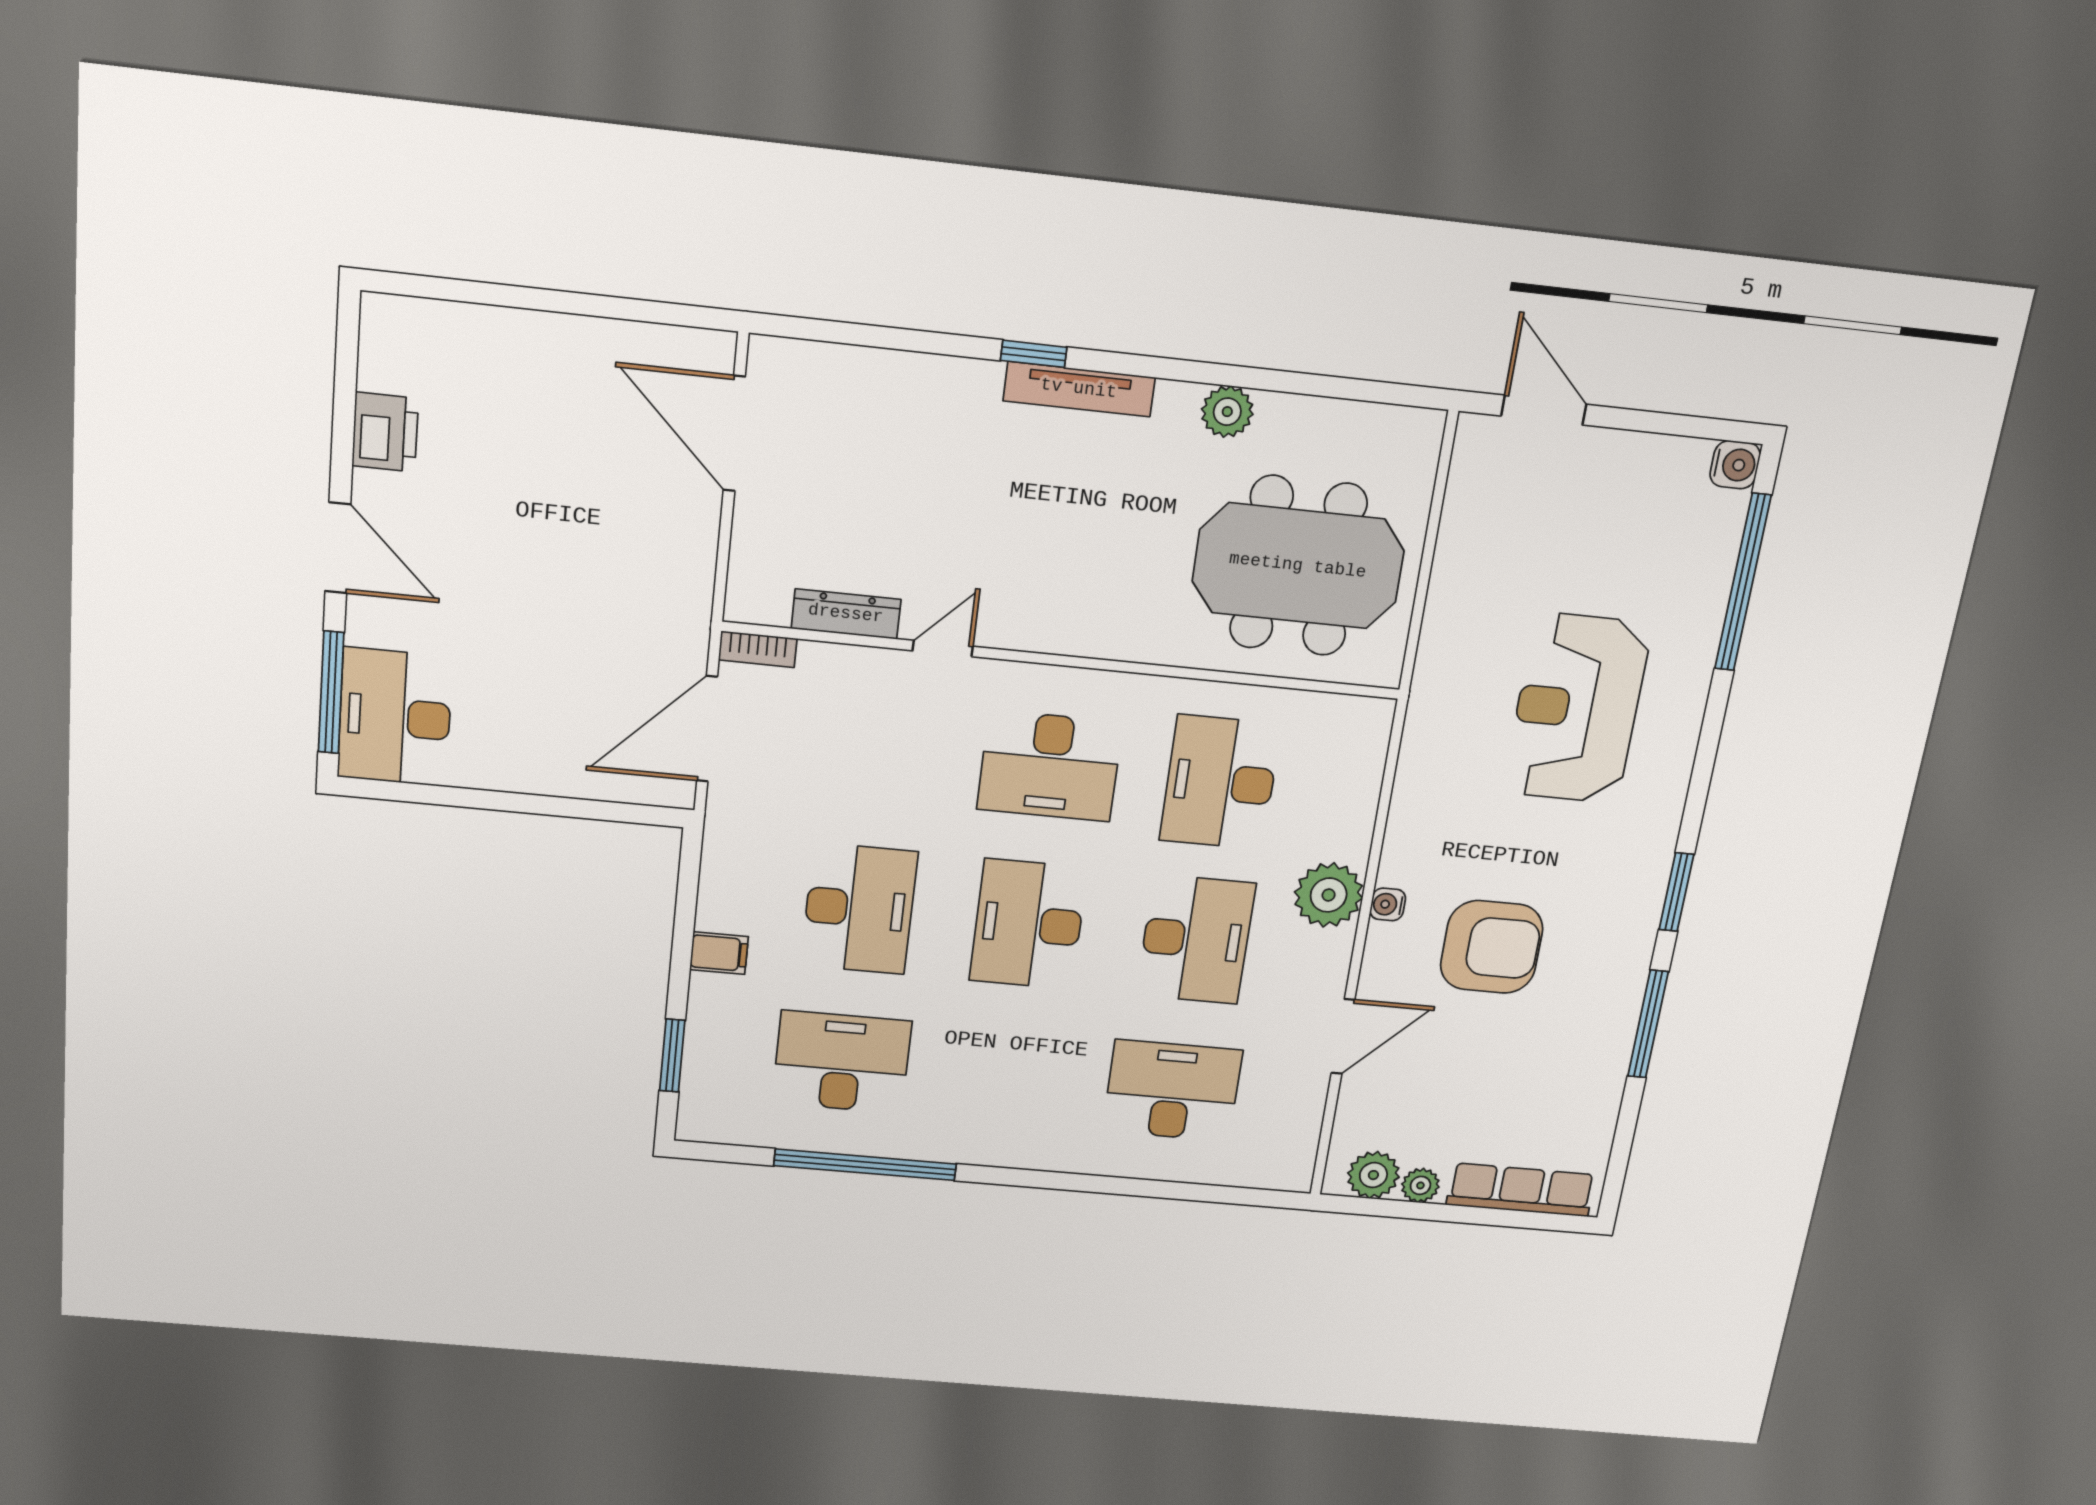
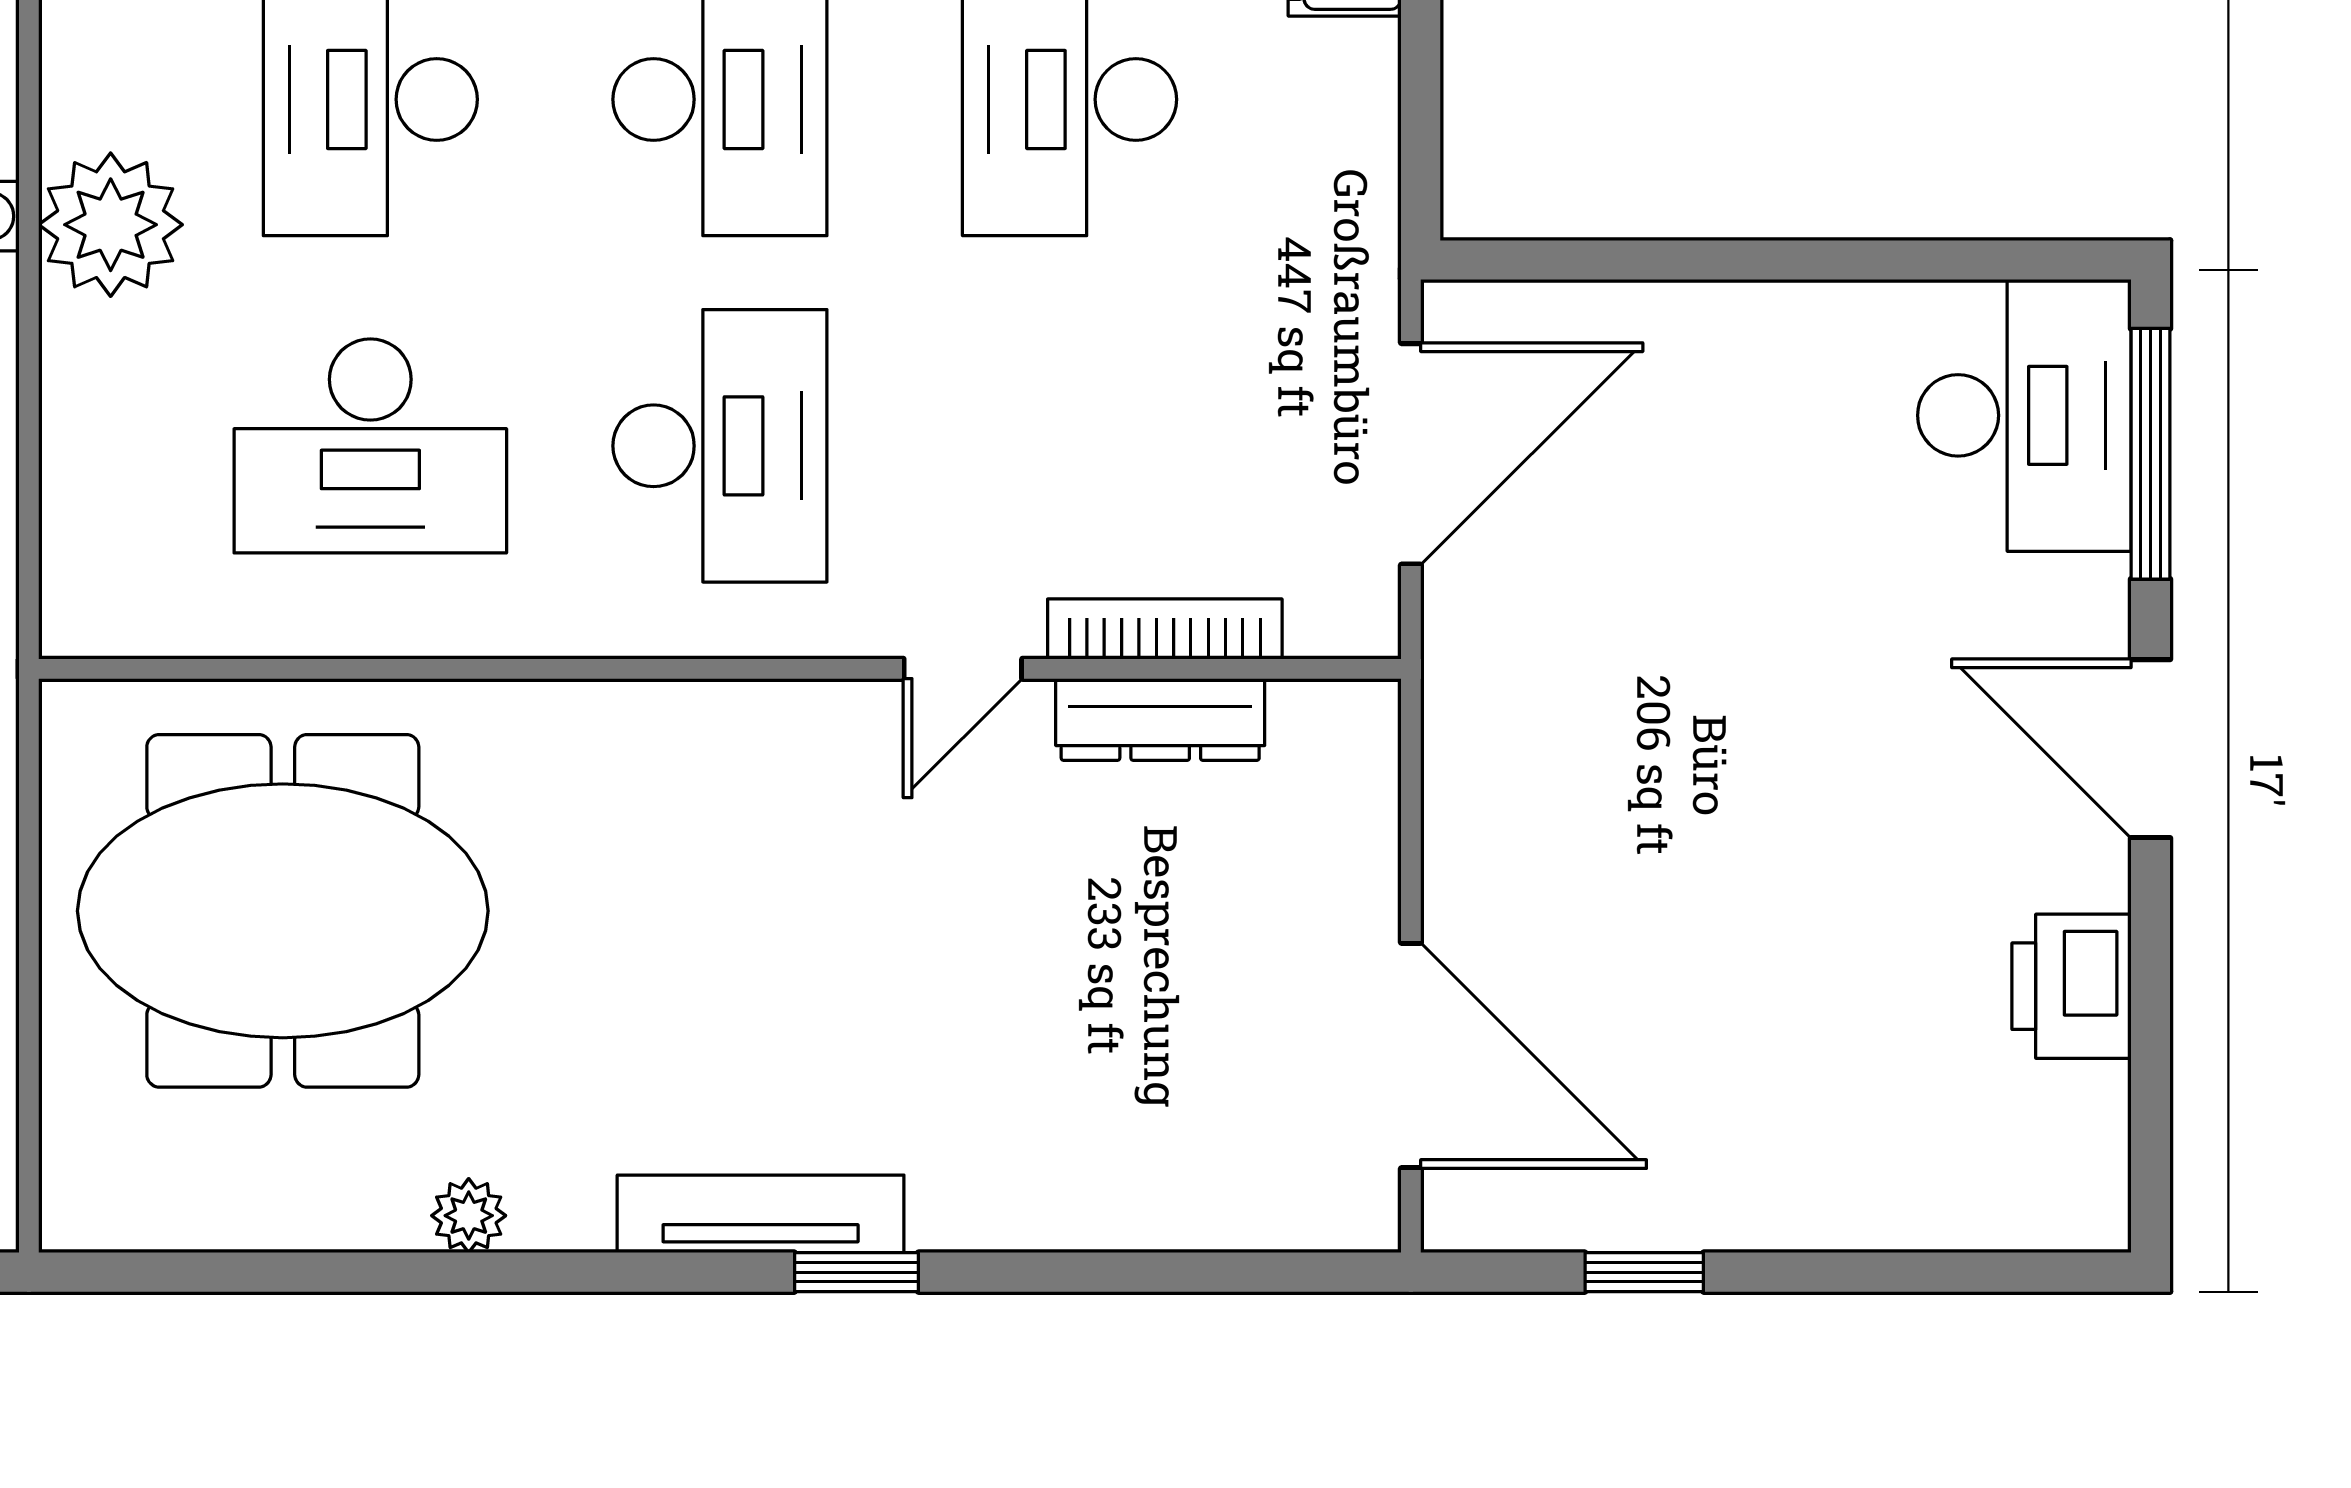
window: (621, 308) -> (1644, 1272), added
plant: (1227, 412) -> (469, 1216), width x0.73, depth x0.73
bookcase: (758, 649) -> (1165, 629), moved, width x1.56
desk: (1050, 766) -> (720, 446), turned 90
desk: (1220, 782) -> (370, 446), turned 90

